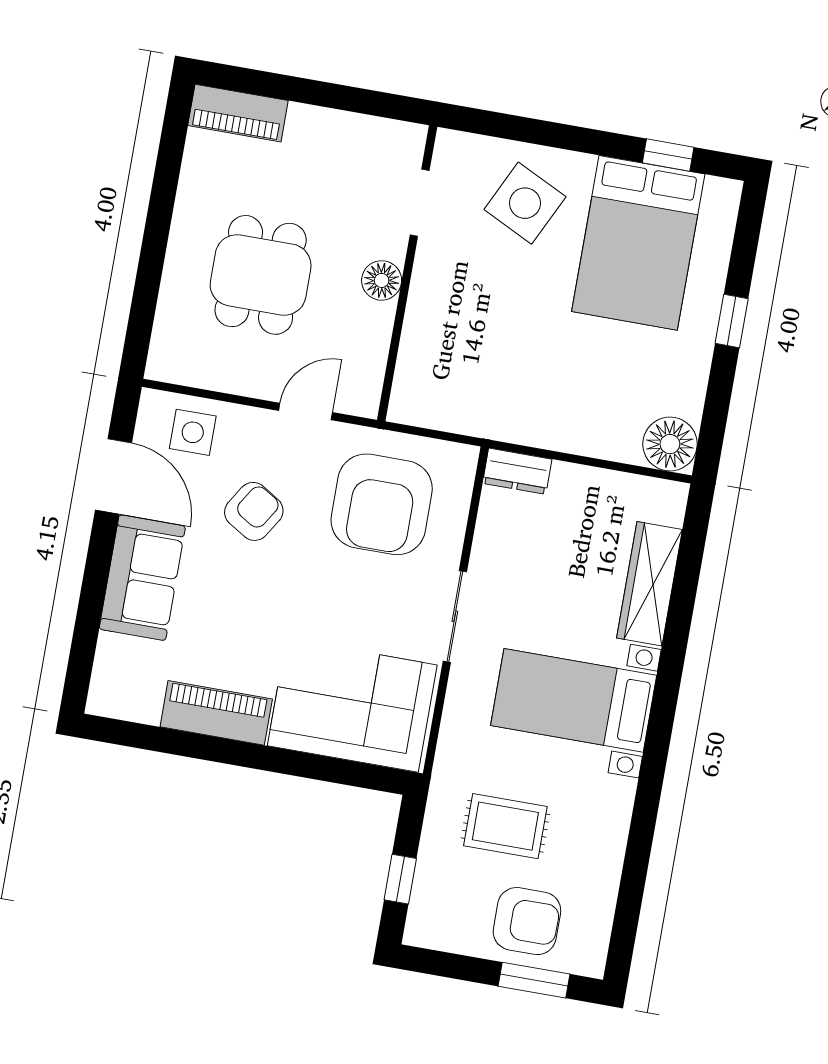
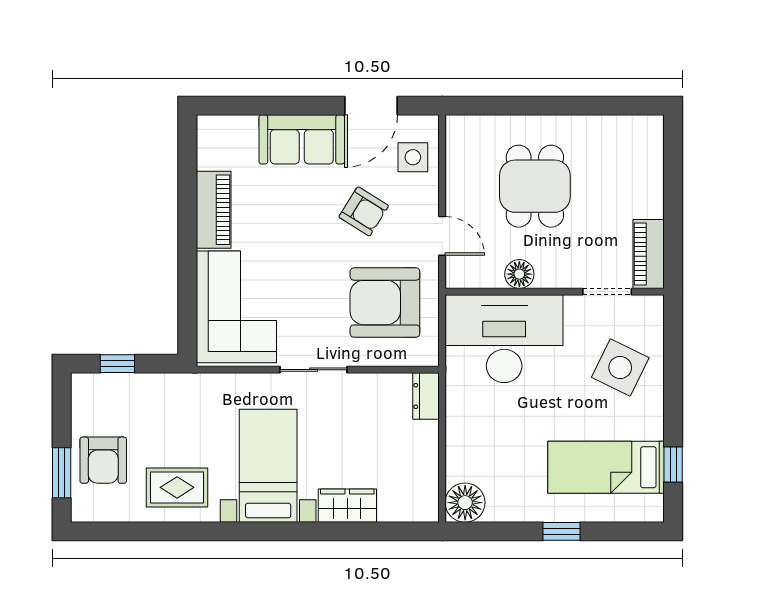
piano: (238, 113) -> (649, 254), moved
bed: (638, 243) -> (606, 467), width x0.67
dining table: (261, 275) -> (535, 186), turned 90
floor lamp: (382, 280) -> (519, 274), moved
desk: (459, 353) -> (504, 339), added
wardrobe: (650, 584) -> (347, 506), width x0.67
rug: (505, 826) -> (177, 487), moved, turned 90

